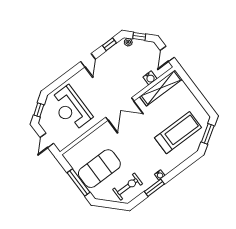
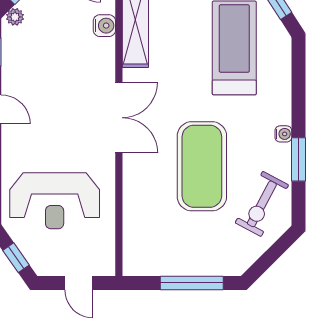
exercise mat: (99, 169) -> (202, 166), moved
exercise bike: (128, 187) -> (262, 204), turned -152

